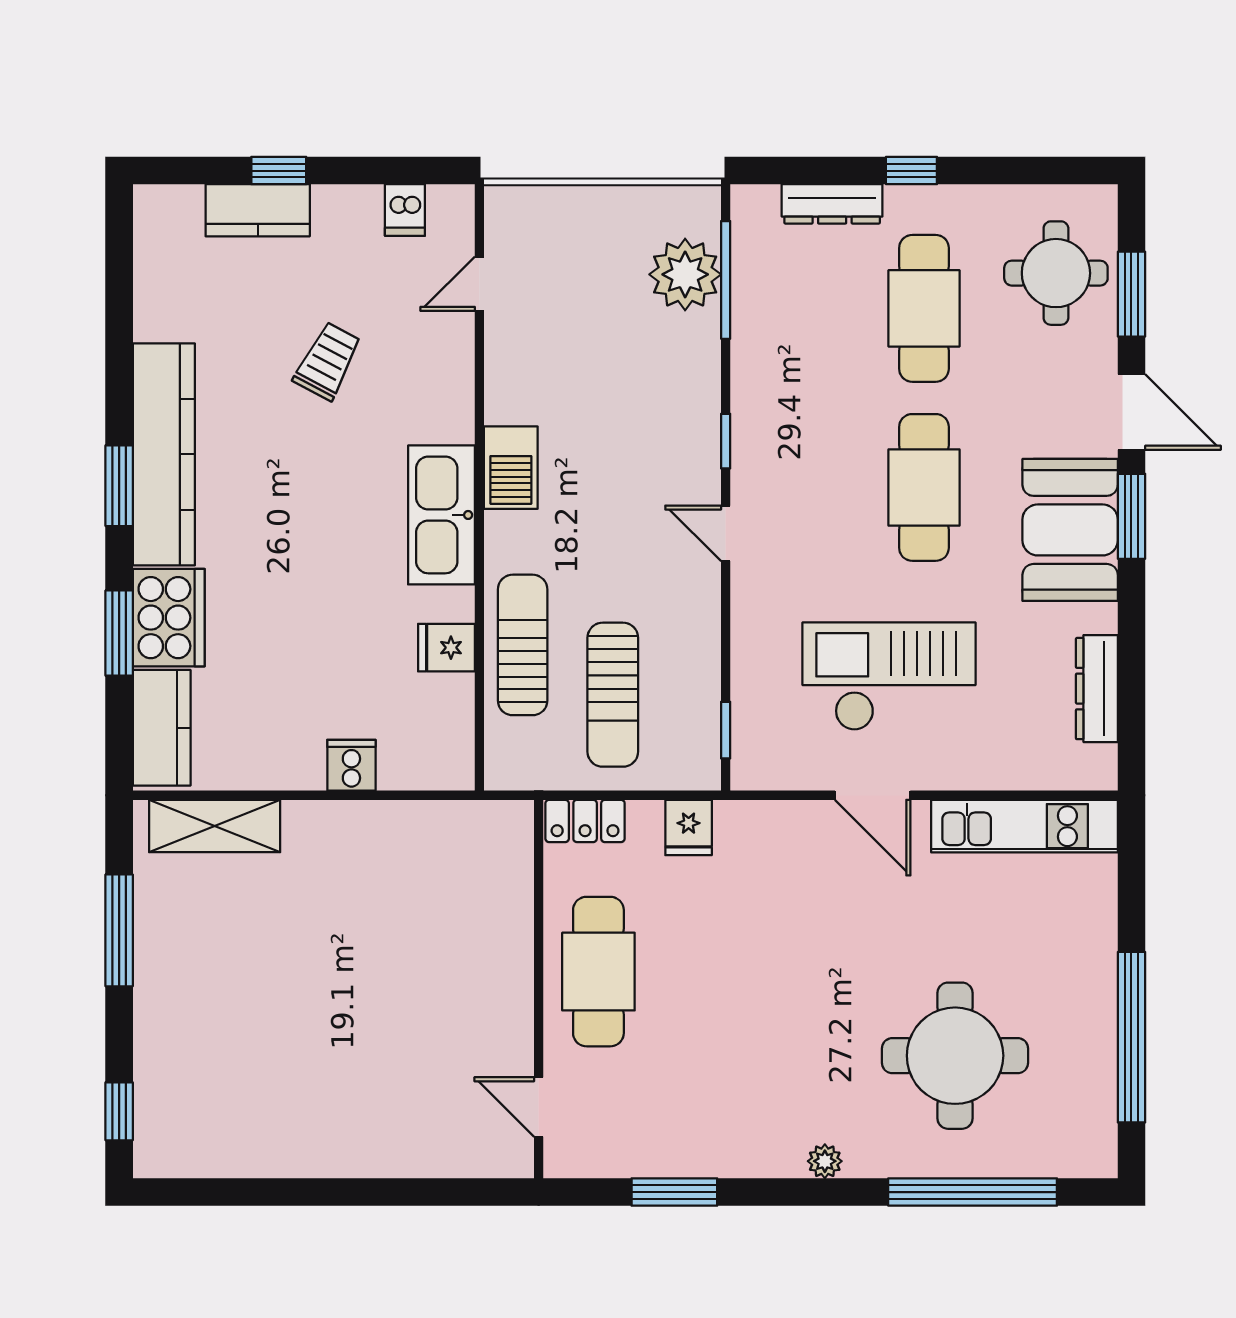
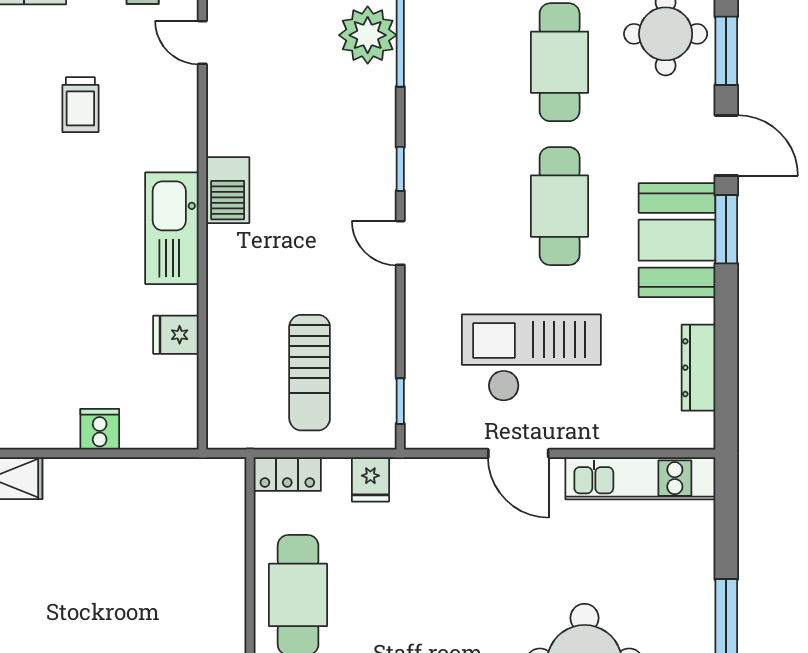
door: (479, 284) -> (202, 42), hinge flipped
trolley: (328, 361) -> (80, 105), turned 152
sun lounger: (523, 645) -> (237, 333), removed

